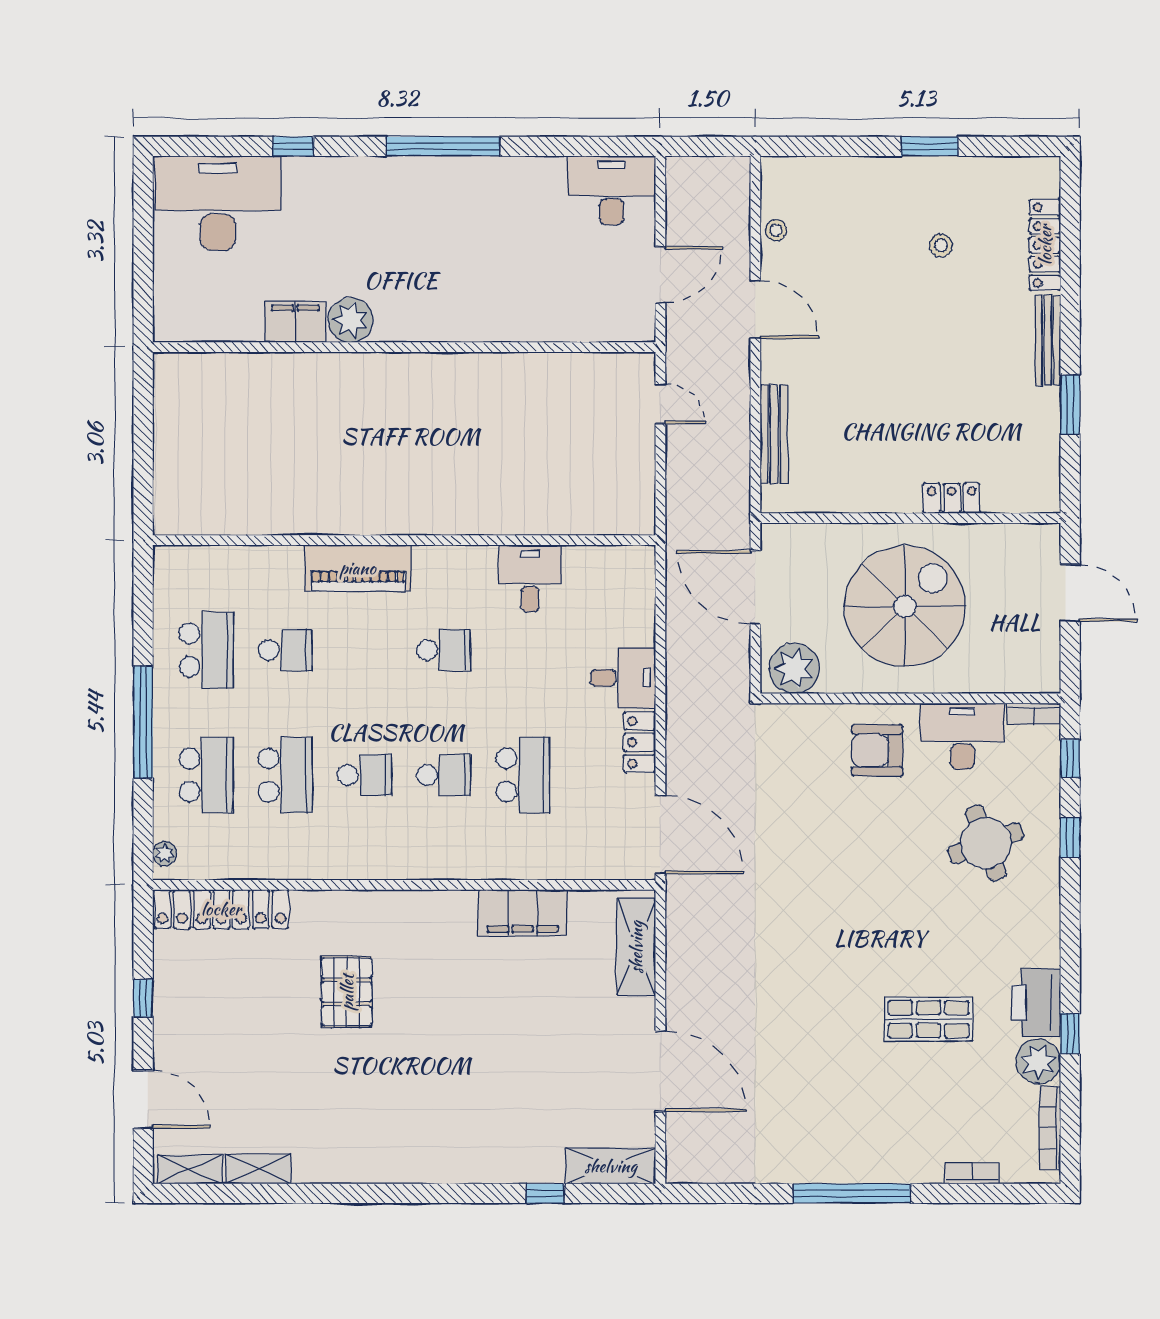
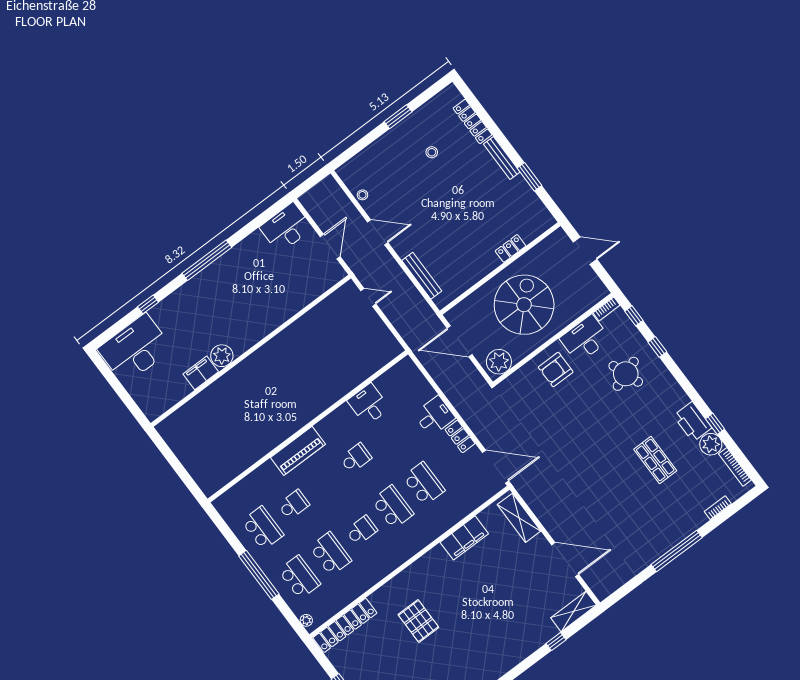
school desk: (444, 775) -> (393, 507), width x1.85
shop shelf: (929, 1019) -> (655, 460), turned 90

